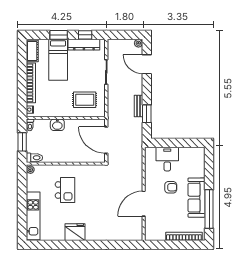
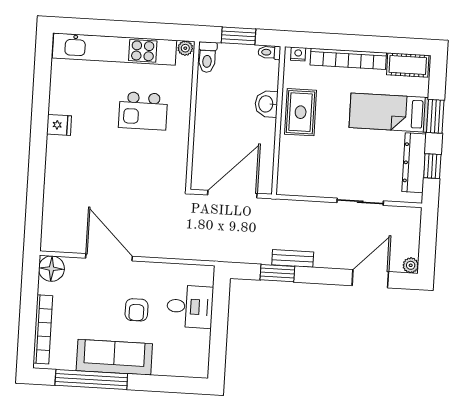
rug: (85, 100) -> (301, 112), moved
kitchen unit: (33, 216) -> (114, 49), width x1.36
fridge: (75, 232) -> (59, 125), width x0.53, depth x0.75
floor lamp: (152, 234) -> (51, 269), added

